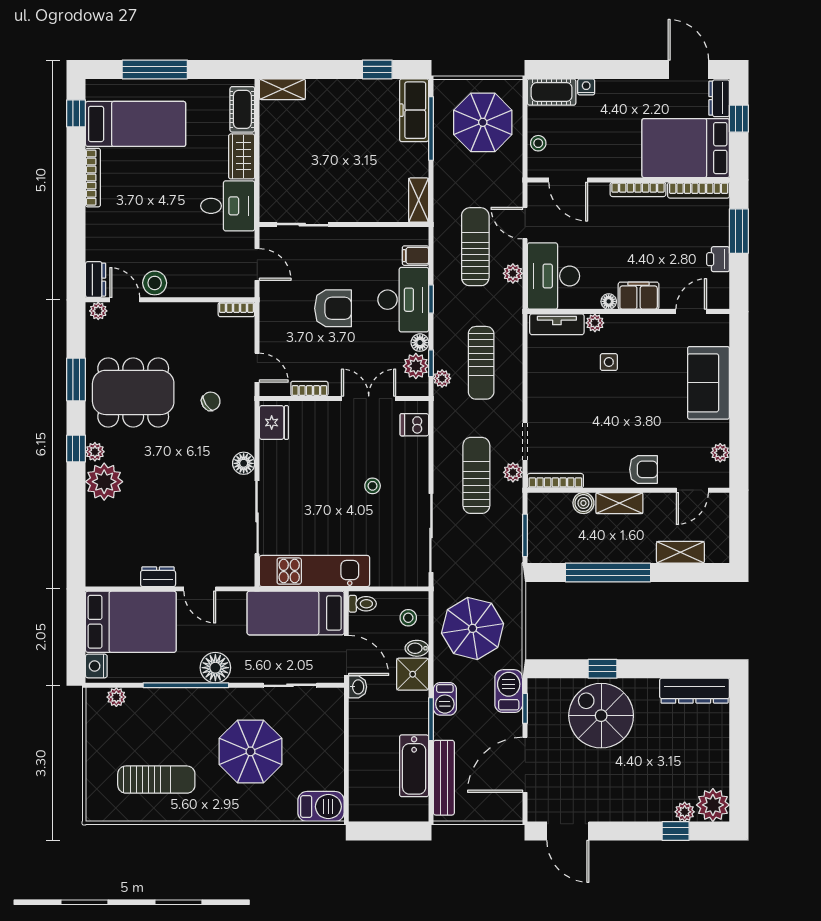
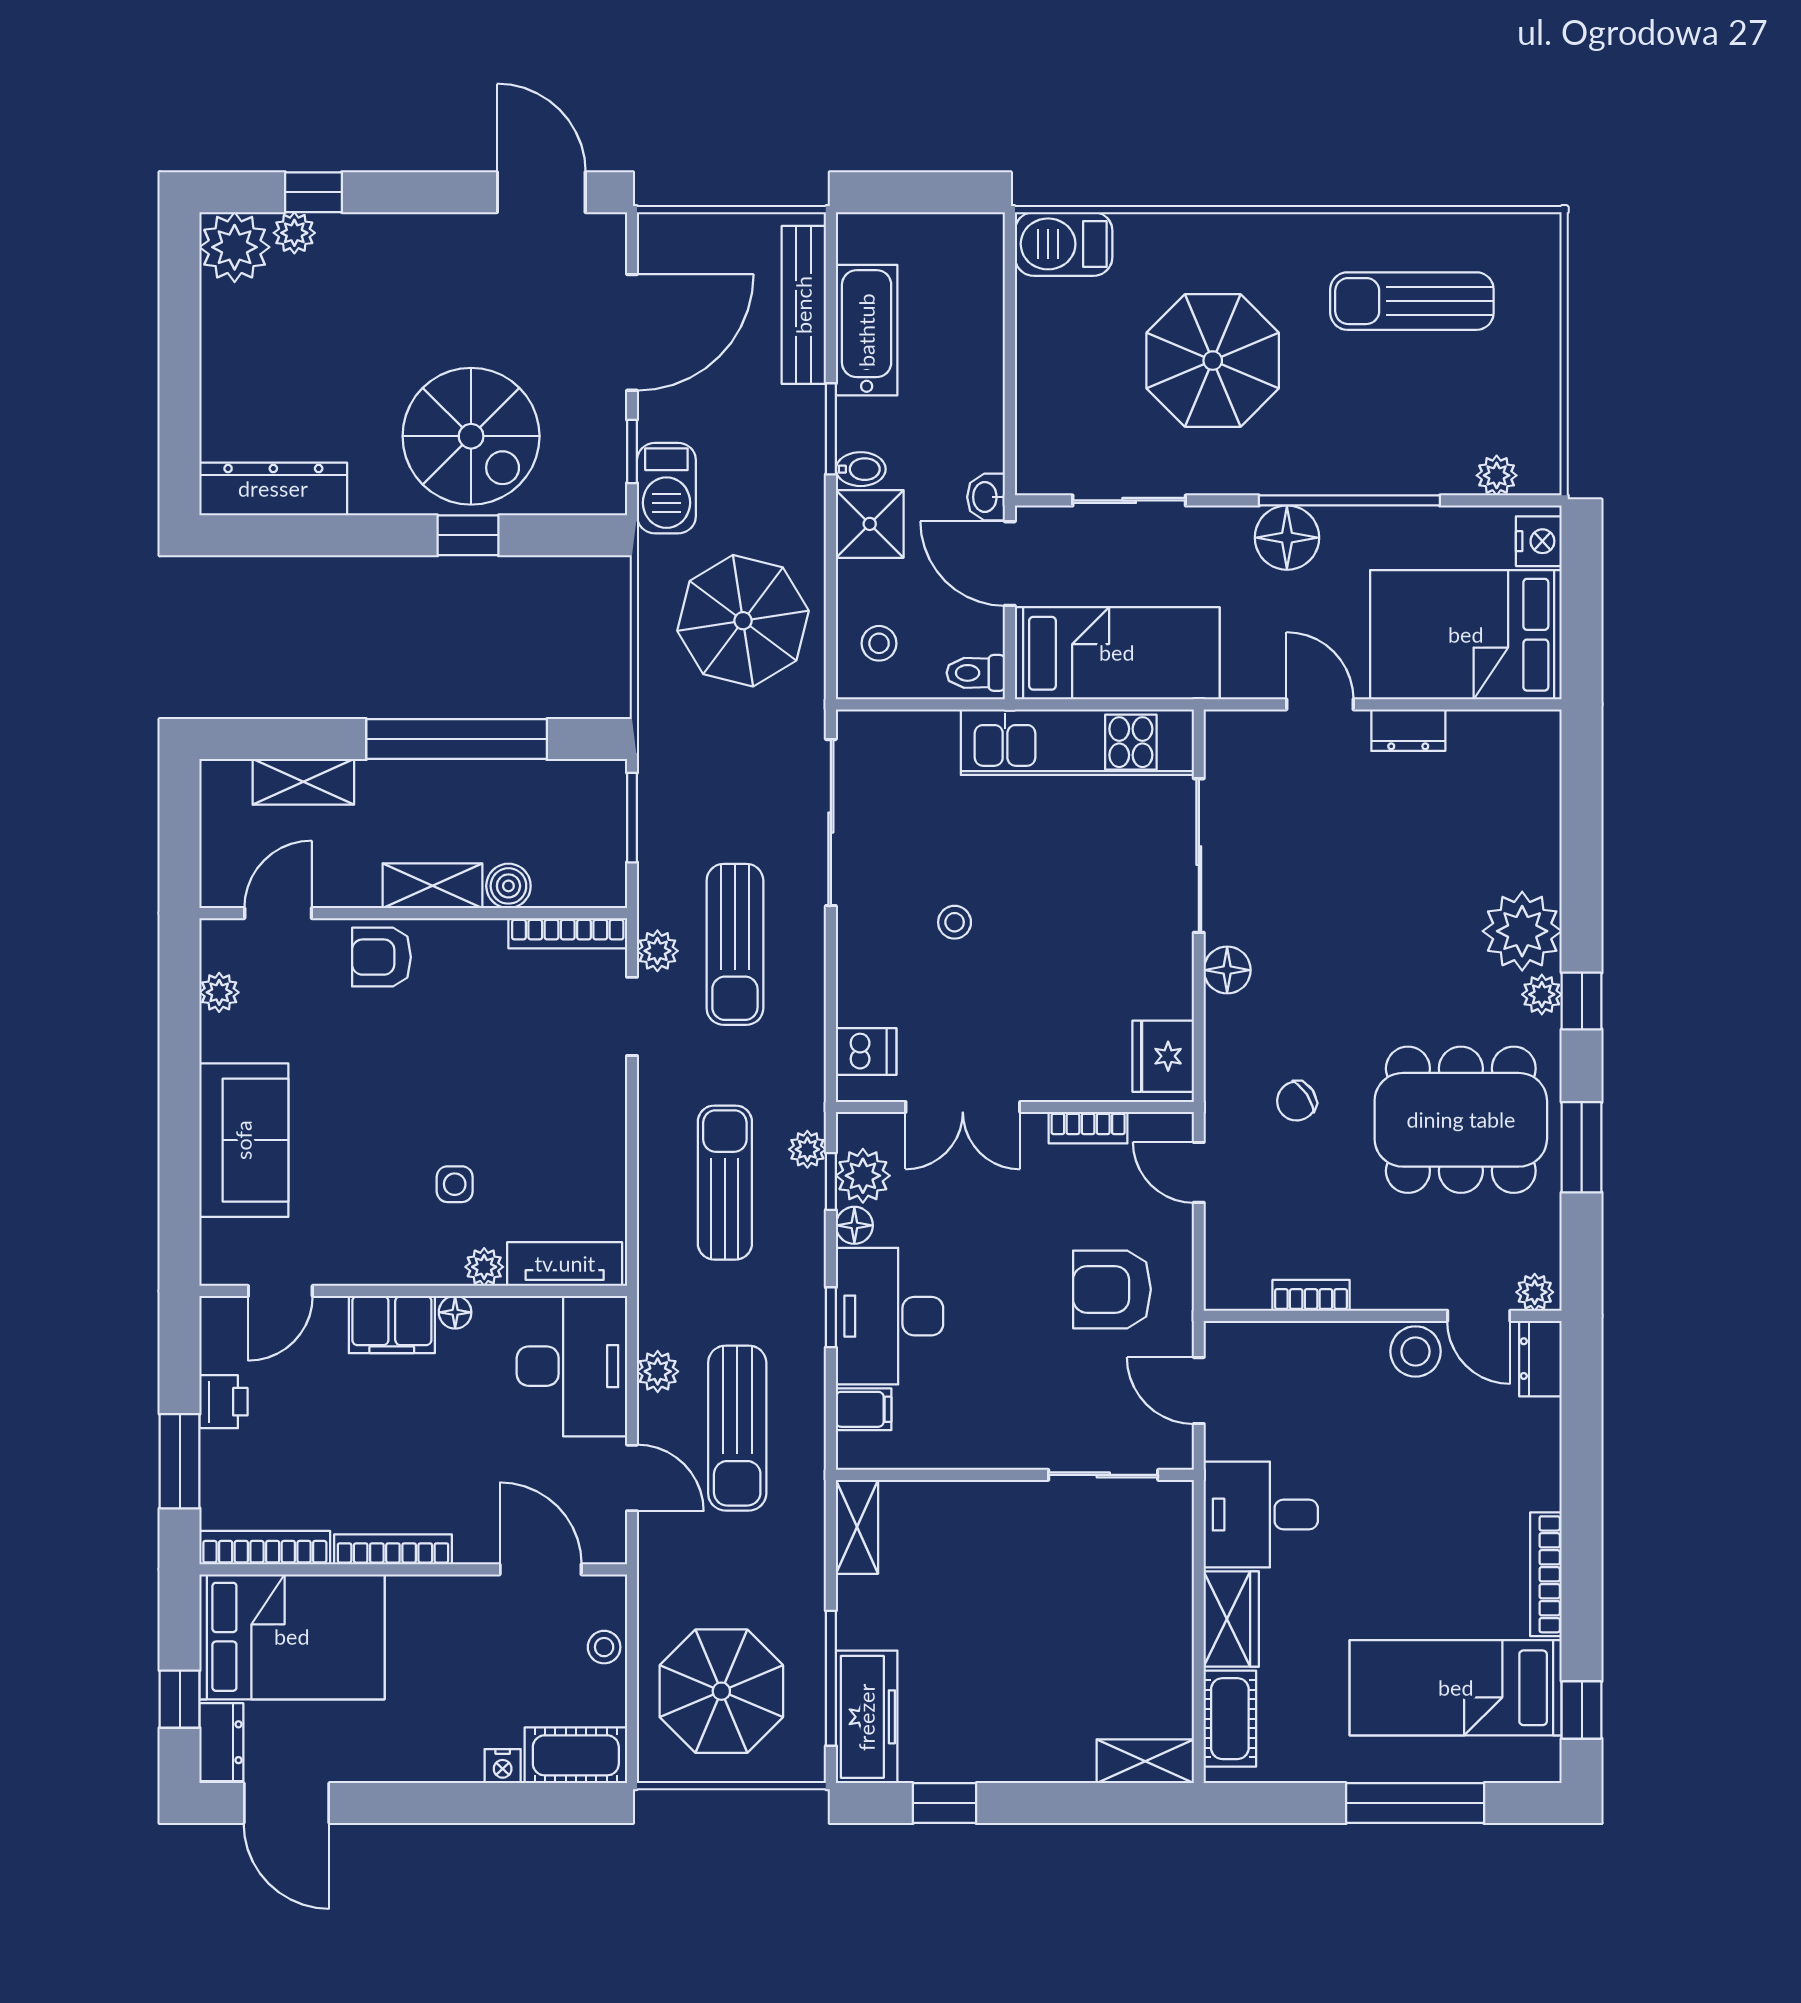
armchair: (333, 308) -> (1112, 1289), moved
bookcase: (236, 309) -> (1311, 1295), moved
bidet: (417, 648) -> (861, 469), moved
barbecue: (445, 699) -> (801, 472), removed

